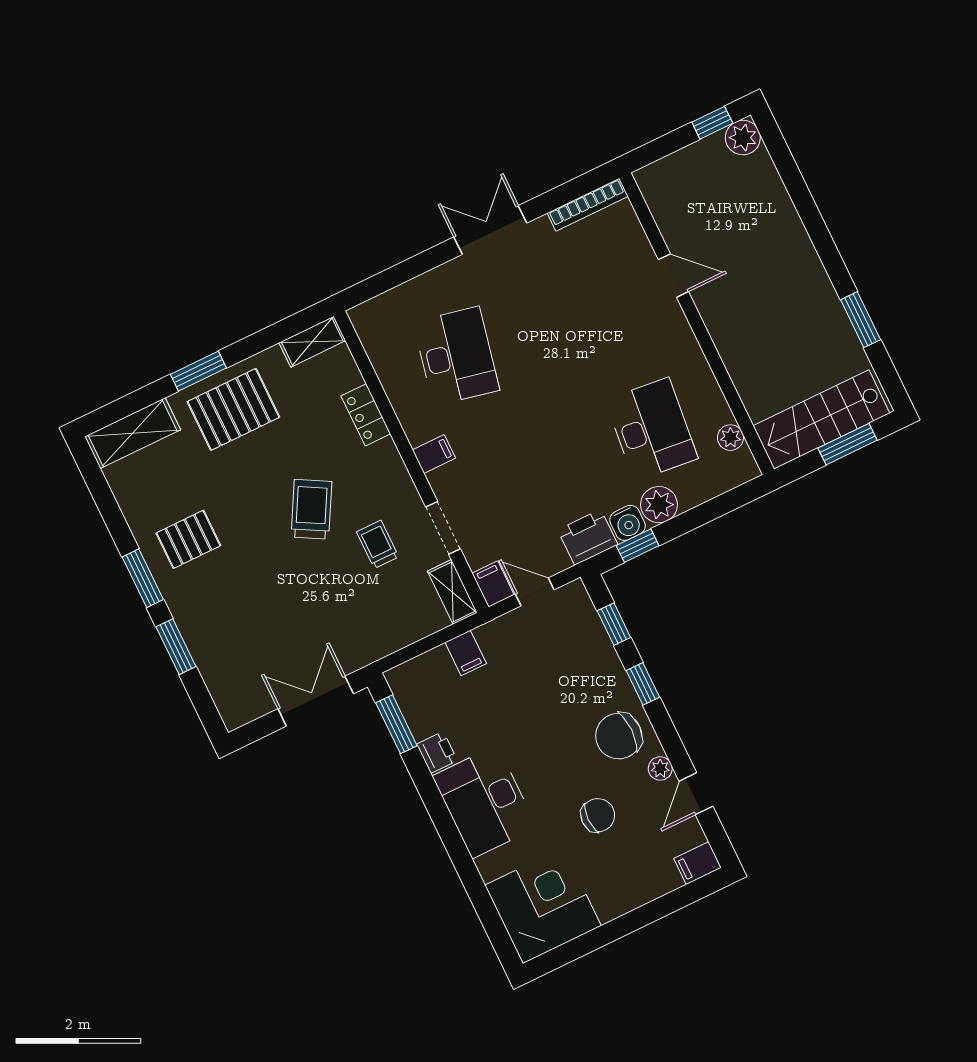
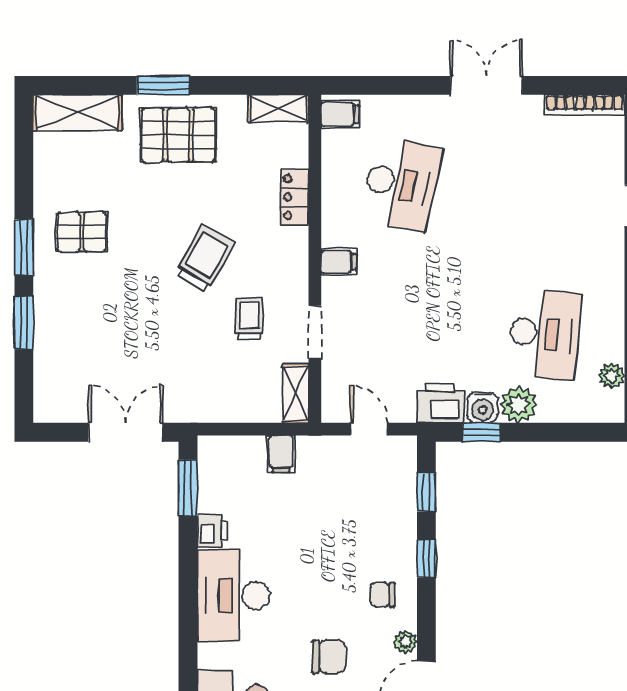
filing cabinet: (493, 584) -> (340, 114), moved, turned 90
chair: (619, 736) -> (382, 595), width x0.54, depth x0.54

